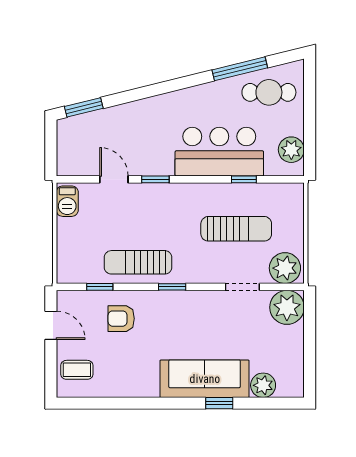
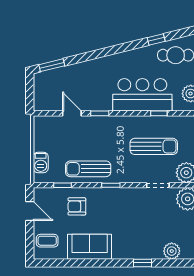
window: (240, 69) -> (156, 39), width x0.46
barbecue: (67, 201) -> (41, 162), moved
sofa: (205, 379) -> (90, 247), moved, width x0.73

